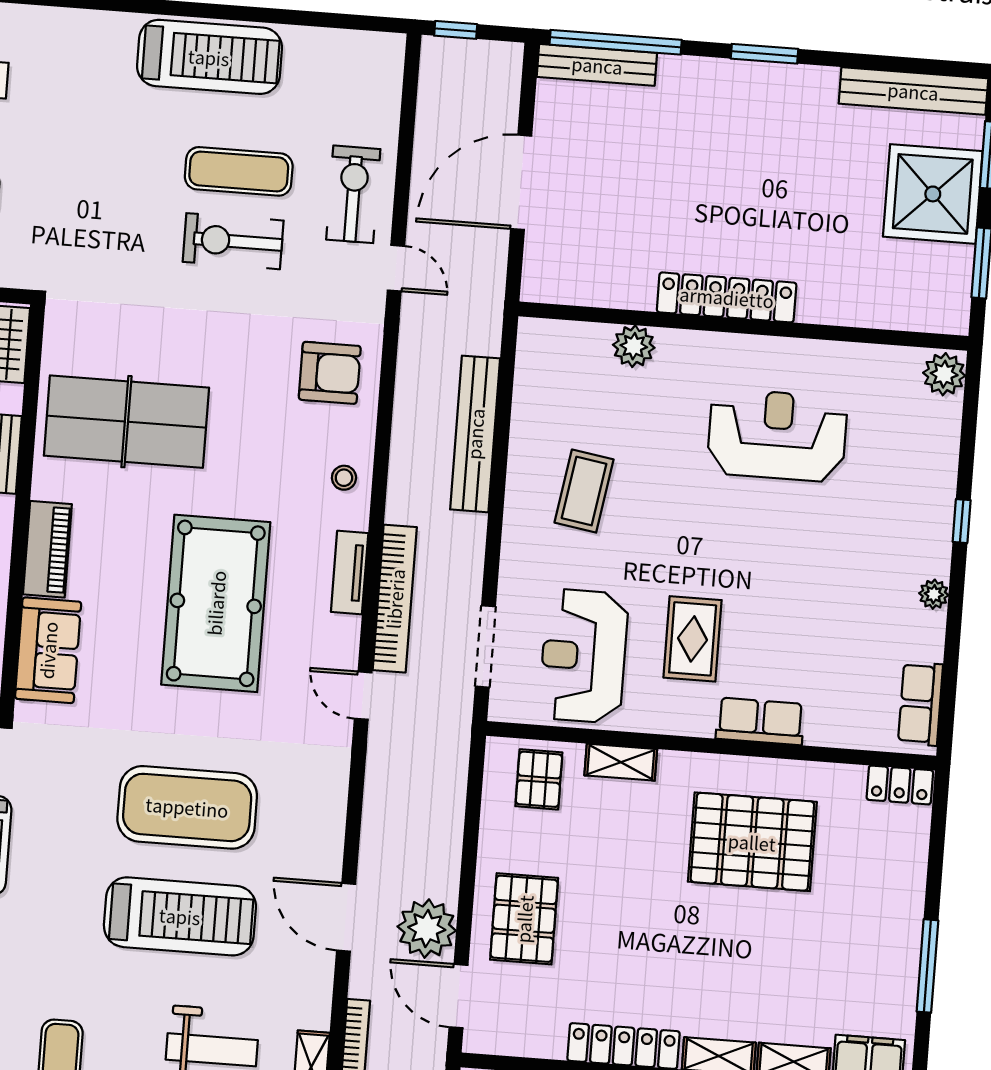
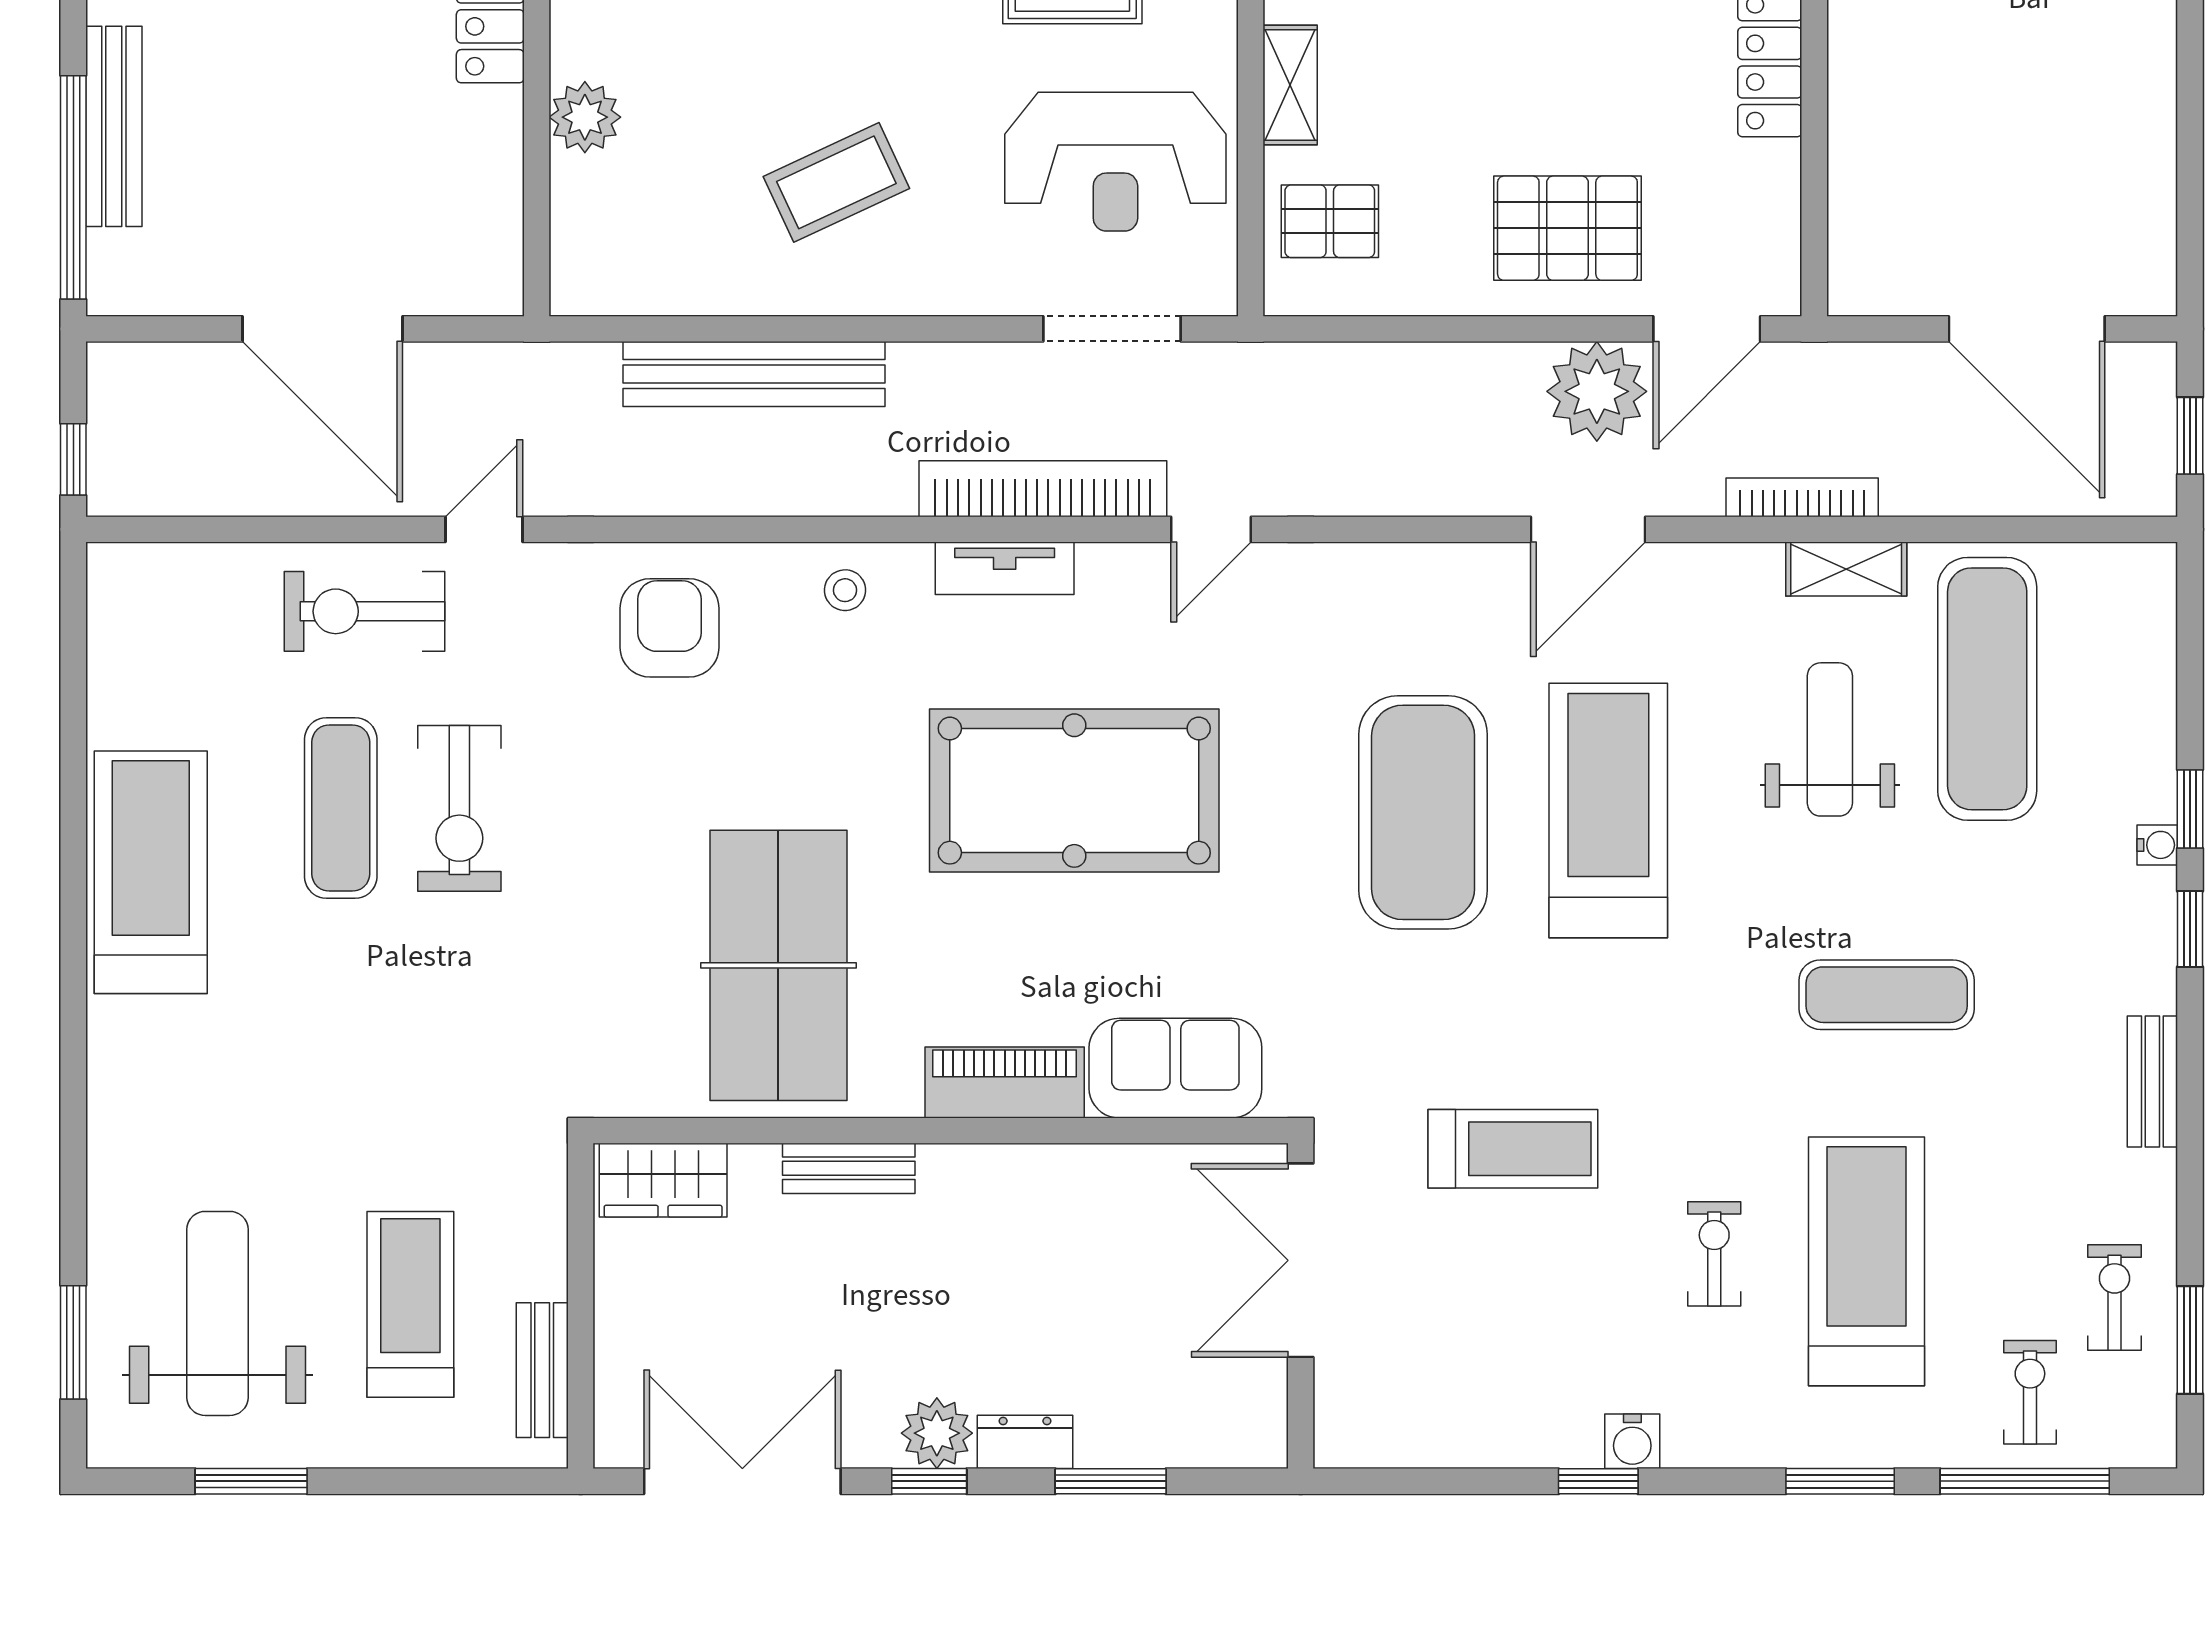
bench: (597, 65) -> (114, 126), moved
coffee table: (584, 491) -> (836, 182), turned -34

